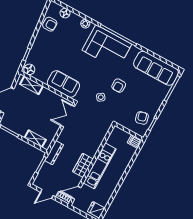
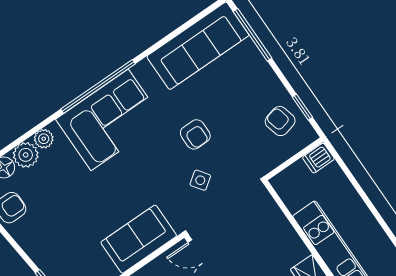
plant: (75, 20) -> (26, 155), added

